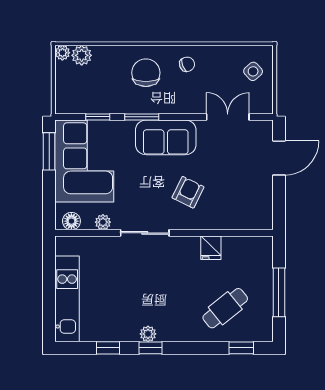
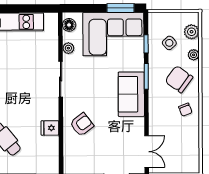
plant: (62, 53) -> (194, 55), moved
side table: (253, 71) -> (169, 43), moved
chair: (146, 73) -> (179, 79), turned -144
double door: (228, 117) -> (147, 152), moved
armchair: (188, 192) -> (82, 124), moved, turned -63

